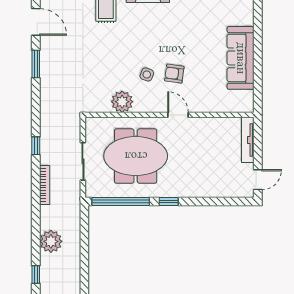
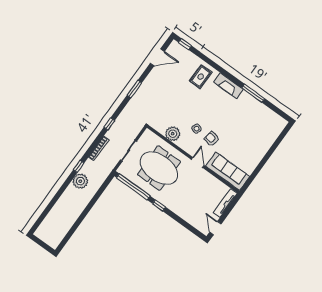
door: (36, 22) -> (157, 57), hinge flipped
sofa: (241, 58) -> (228, 171), moved, turned 90
window: (36, 64) -> (134, 89), moved
door: (258, 180) -> (215, 228), swing flipped
window: (36, 275) -> (79, 166), moved

